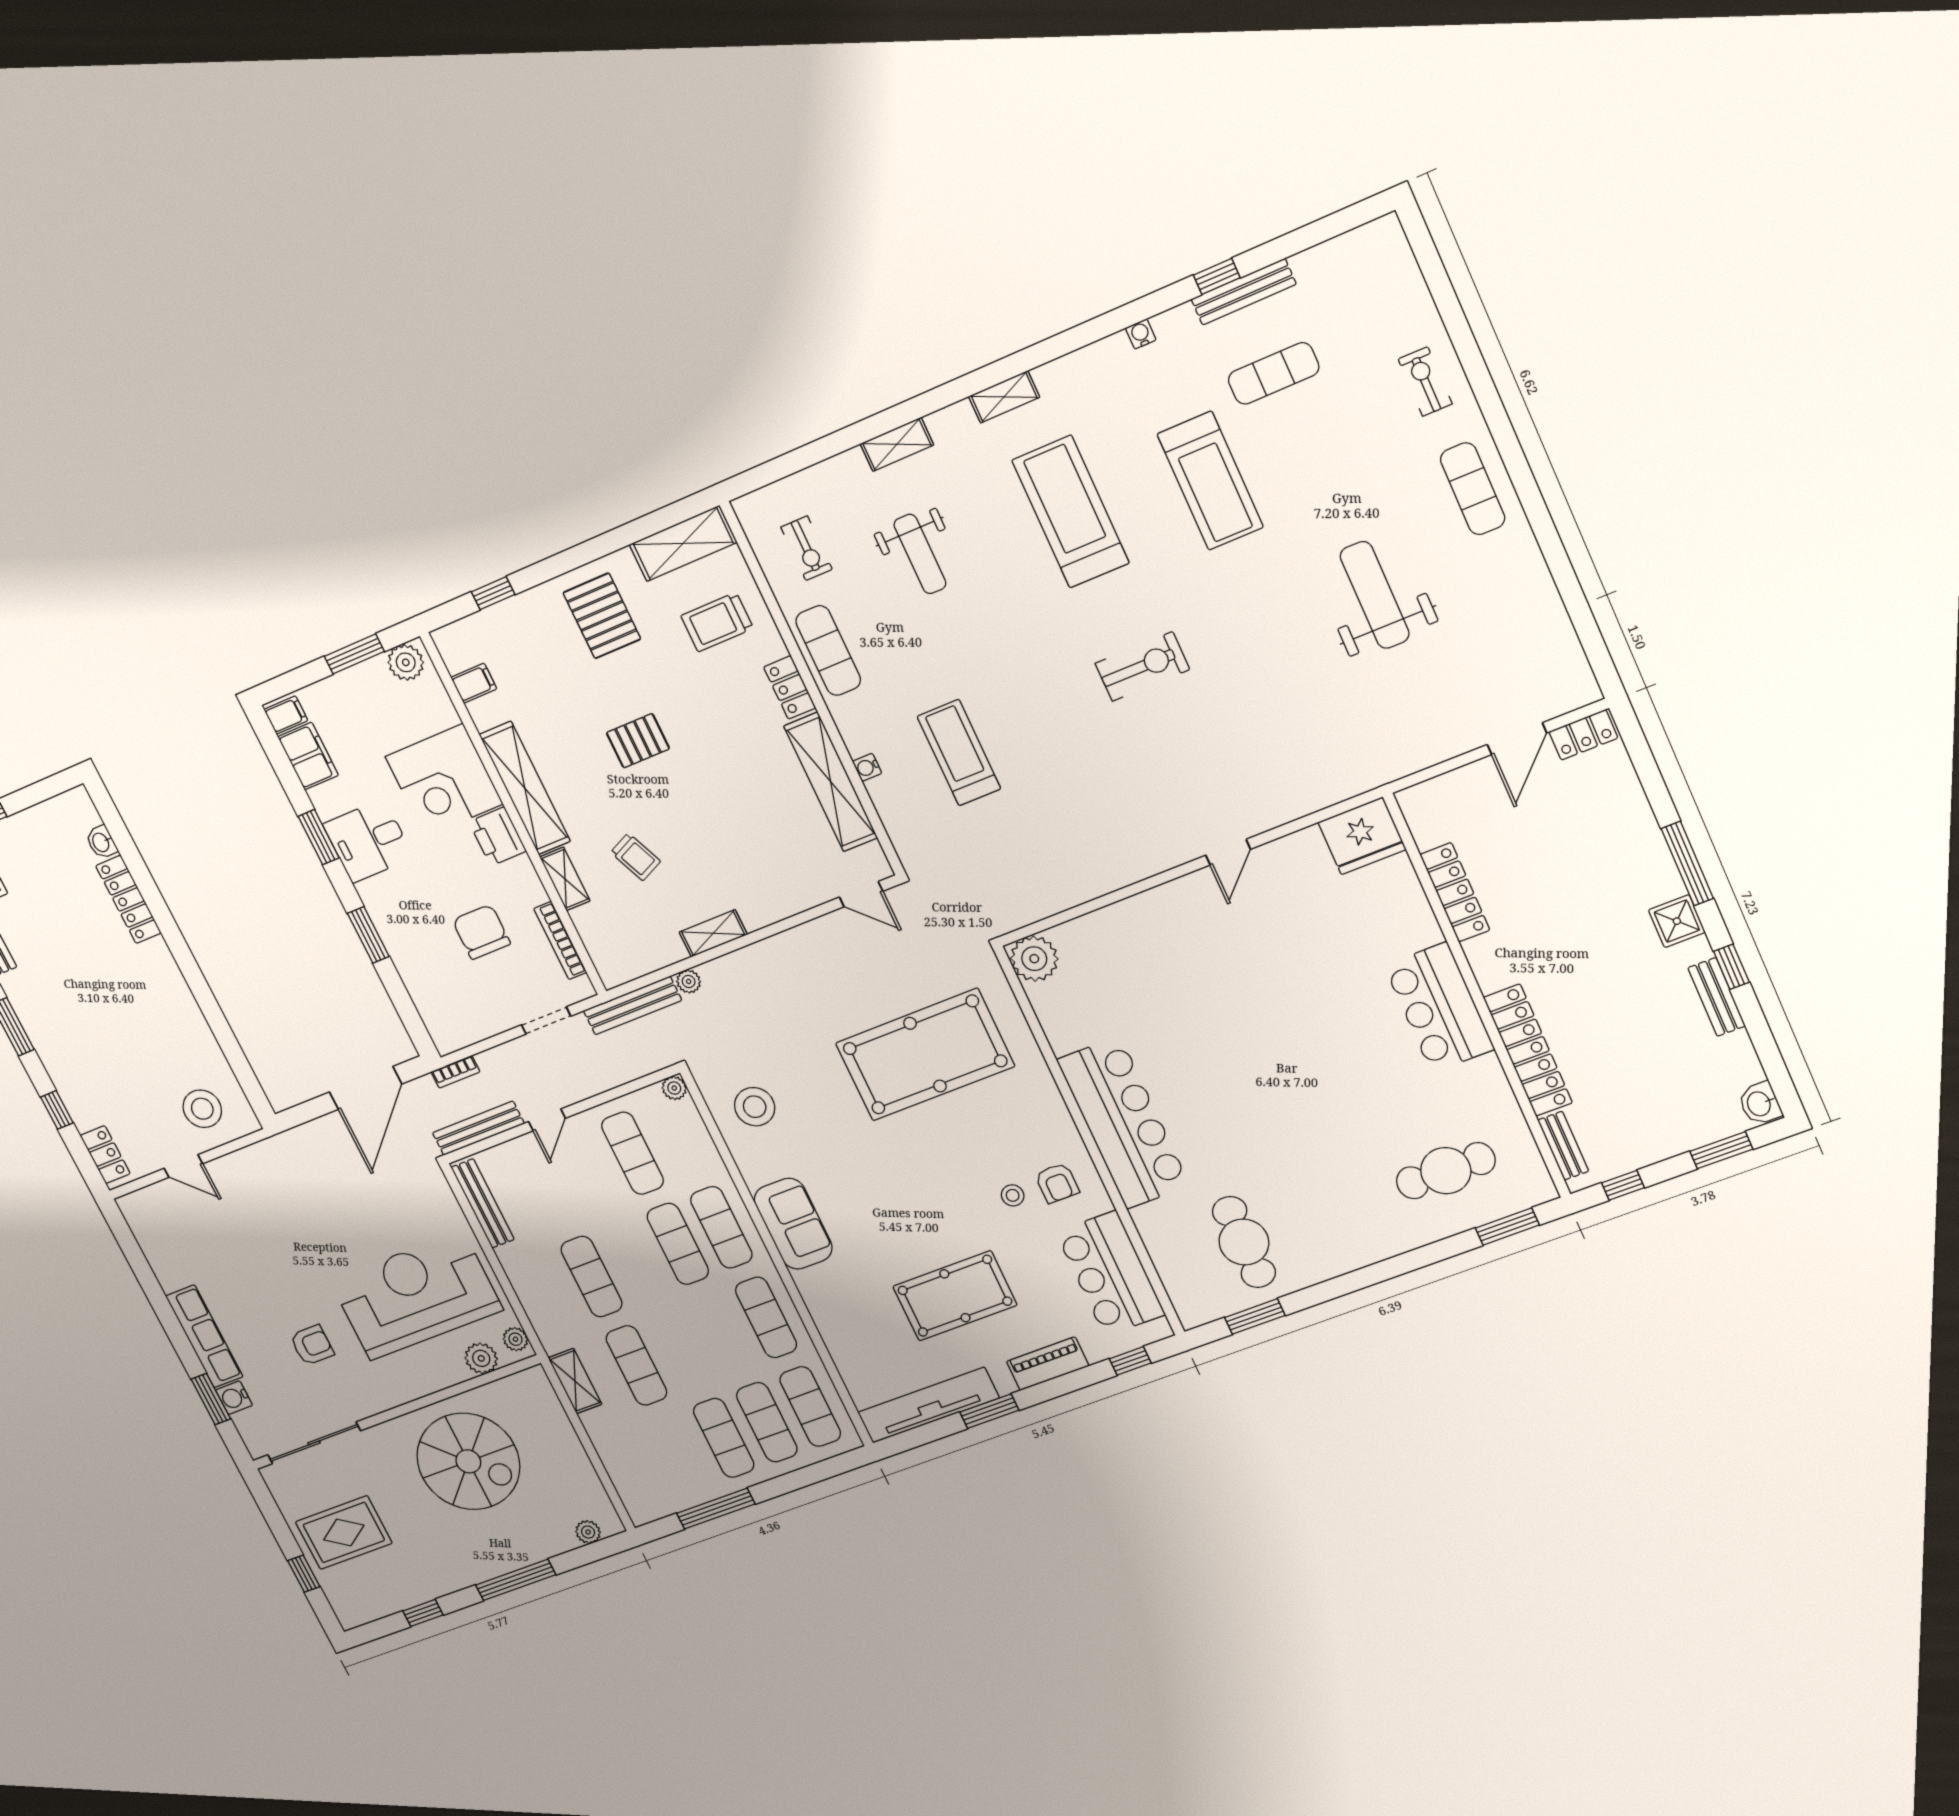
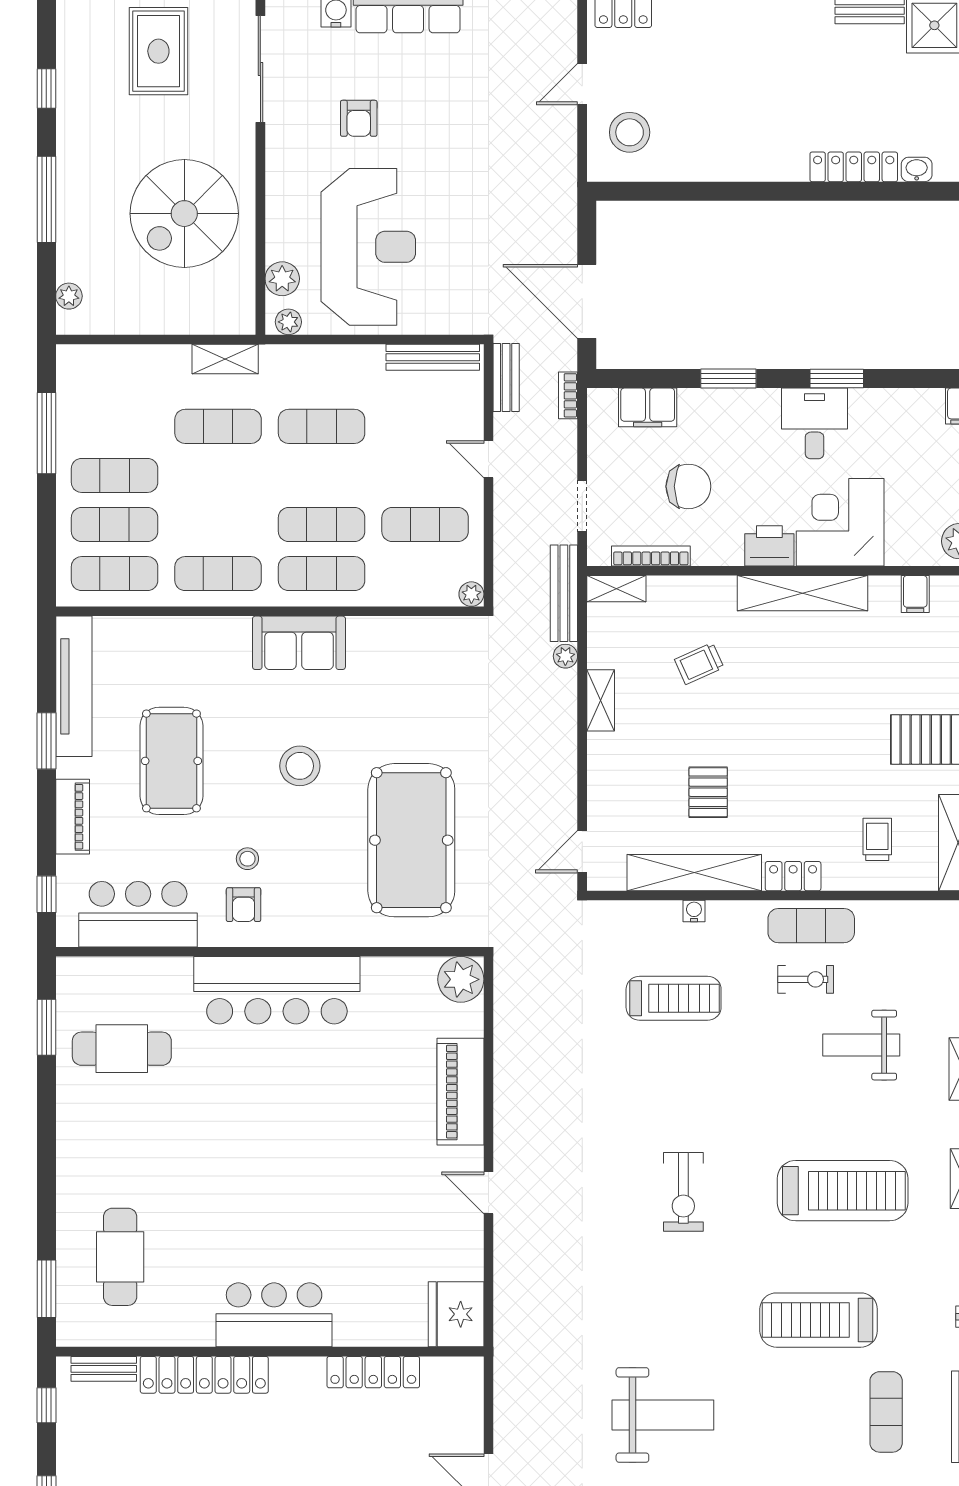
exercise bike: (807, 548) -> (806, 979), moved, turned 180
trolley: (717, 622) -> (877, 839), width x0.73, depth x0.72
pallet: (638, 741) -> (708, 792), moved
filing cabinet: (308, 756) -> (648, 407), moved
shelving: (565, 879) -> (616, 589), moved
piano: (1142, 917) -> (460, 1092), added
stool: (755, 1107) -> (300, 766), moved
bench: (478, 1128) -> (506, 378), width x0.73
armchair: (1057, 1183) -> (244, 905), turned -90

